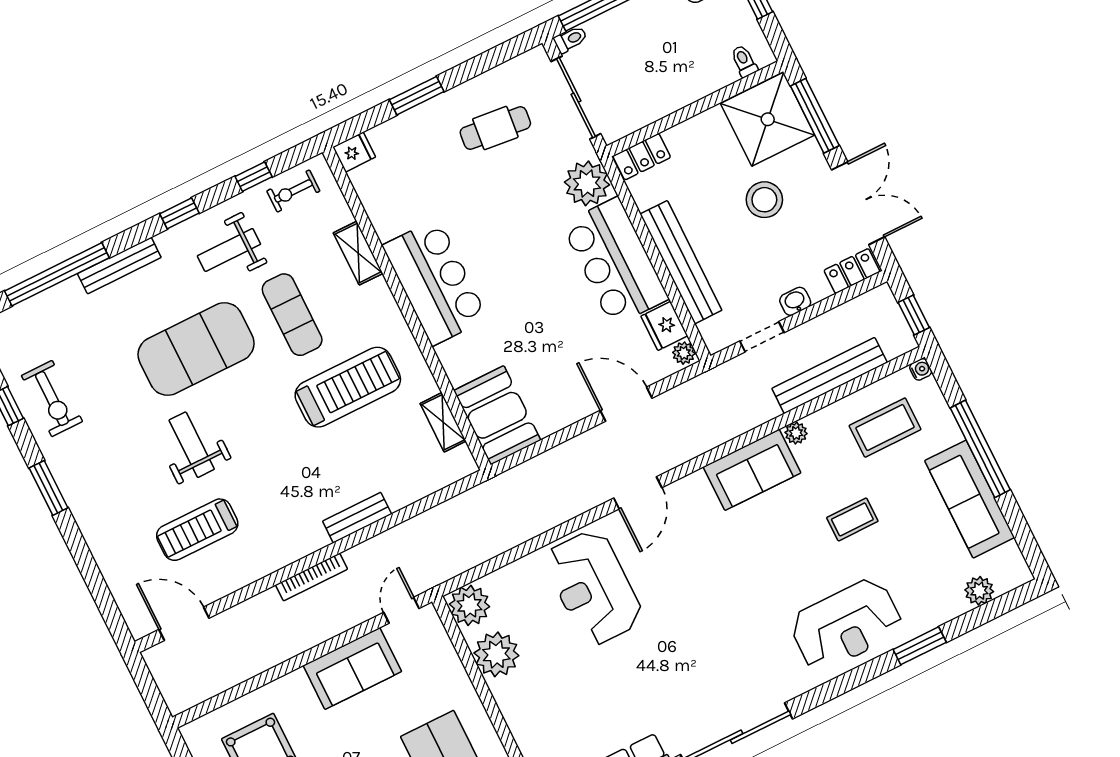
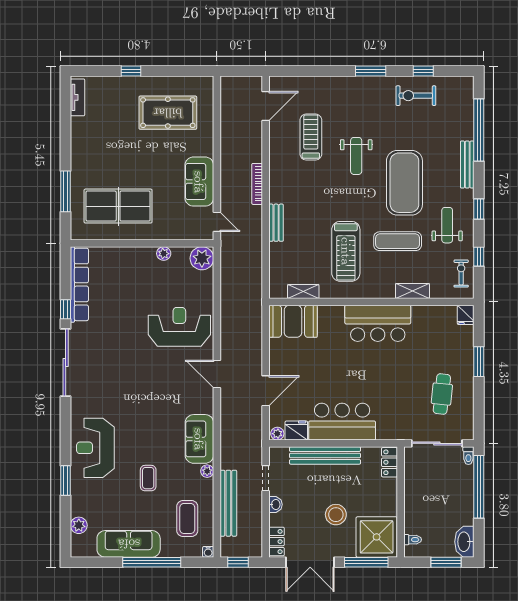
plant: (587, 183) -> (390, 427), removed
weight bench: (192, 445) -> (356, 156), turned 90
plant: (496, 654) -> (164, 254), width x0.53, depth x0.53

